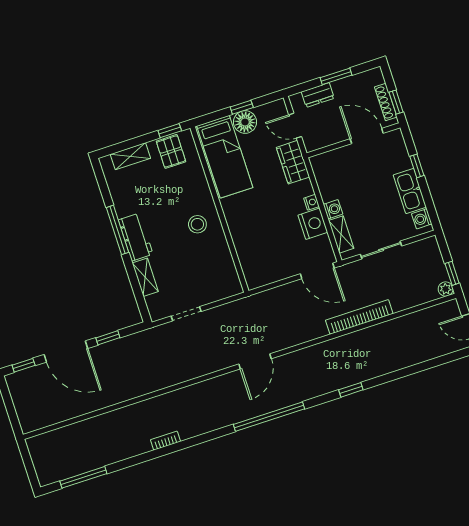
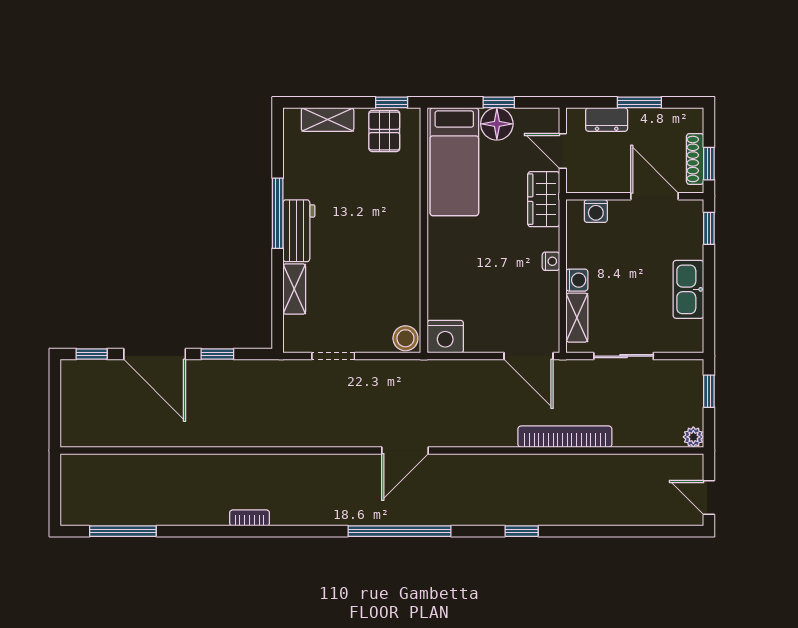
window: (417, 166) -> (709, 228), moved
washing machine: (422, 219) -> (596, 211), moved, turned -90
stool: (197, 224) -> (405, 338), moved
nightstand: (313, 224) -> (445, 337), moved, turned 90
window: (452, 273) -> (709, 391), moved

